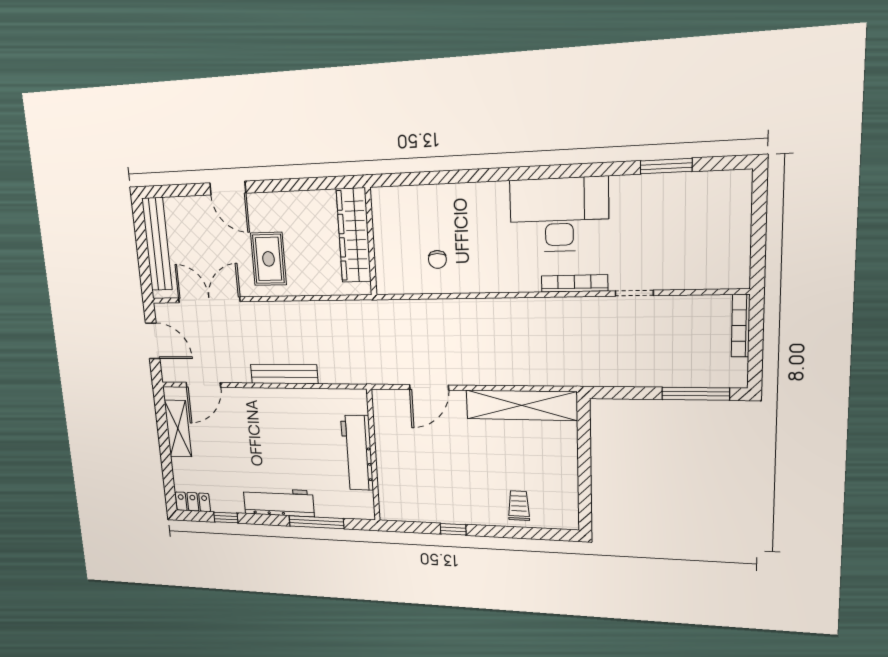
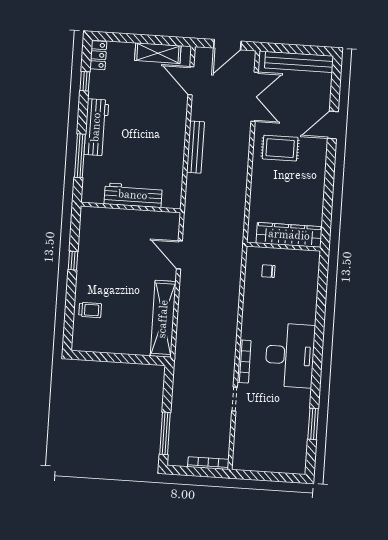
wardrobe: (354, 235) -> (289, 235), moved
wall: (371, 242) -> (284, 247), moved

